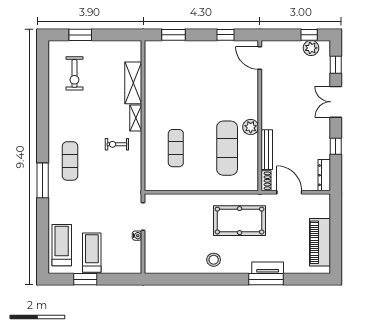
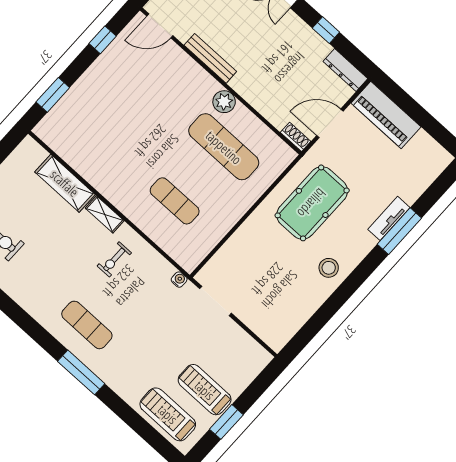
bench: (267, 150) -> (210, 58), moved
water cooler: (137, 236) -> (179, 280), moved
piano: (320, 242) -> (386, 115), moved

